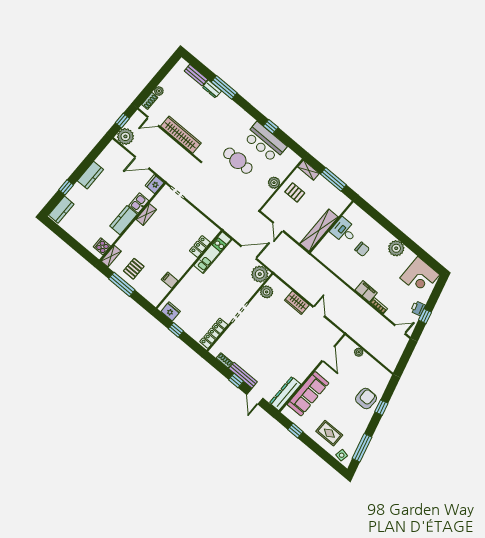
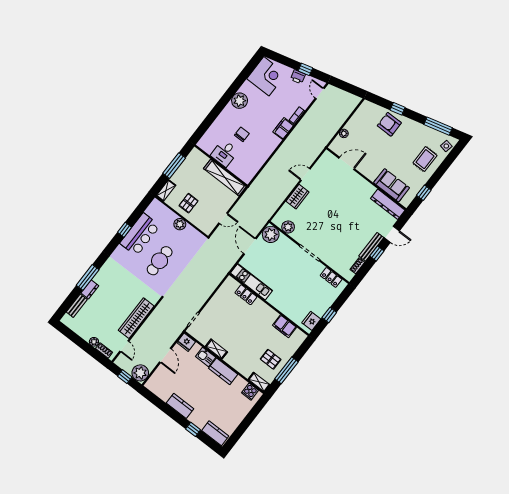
filing cabinet: (170, 280) -> (284, 326), width x2.00
locker: (214, 333) -> (331, 277), width x0.66
sofa: (308, 394) -> (392, 185), width x0.73

